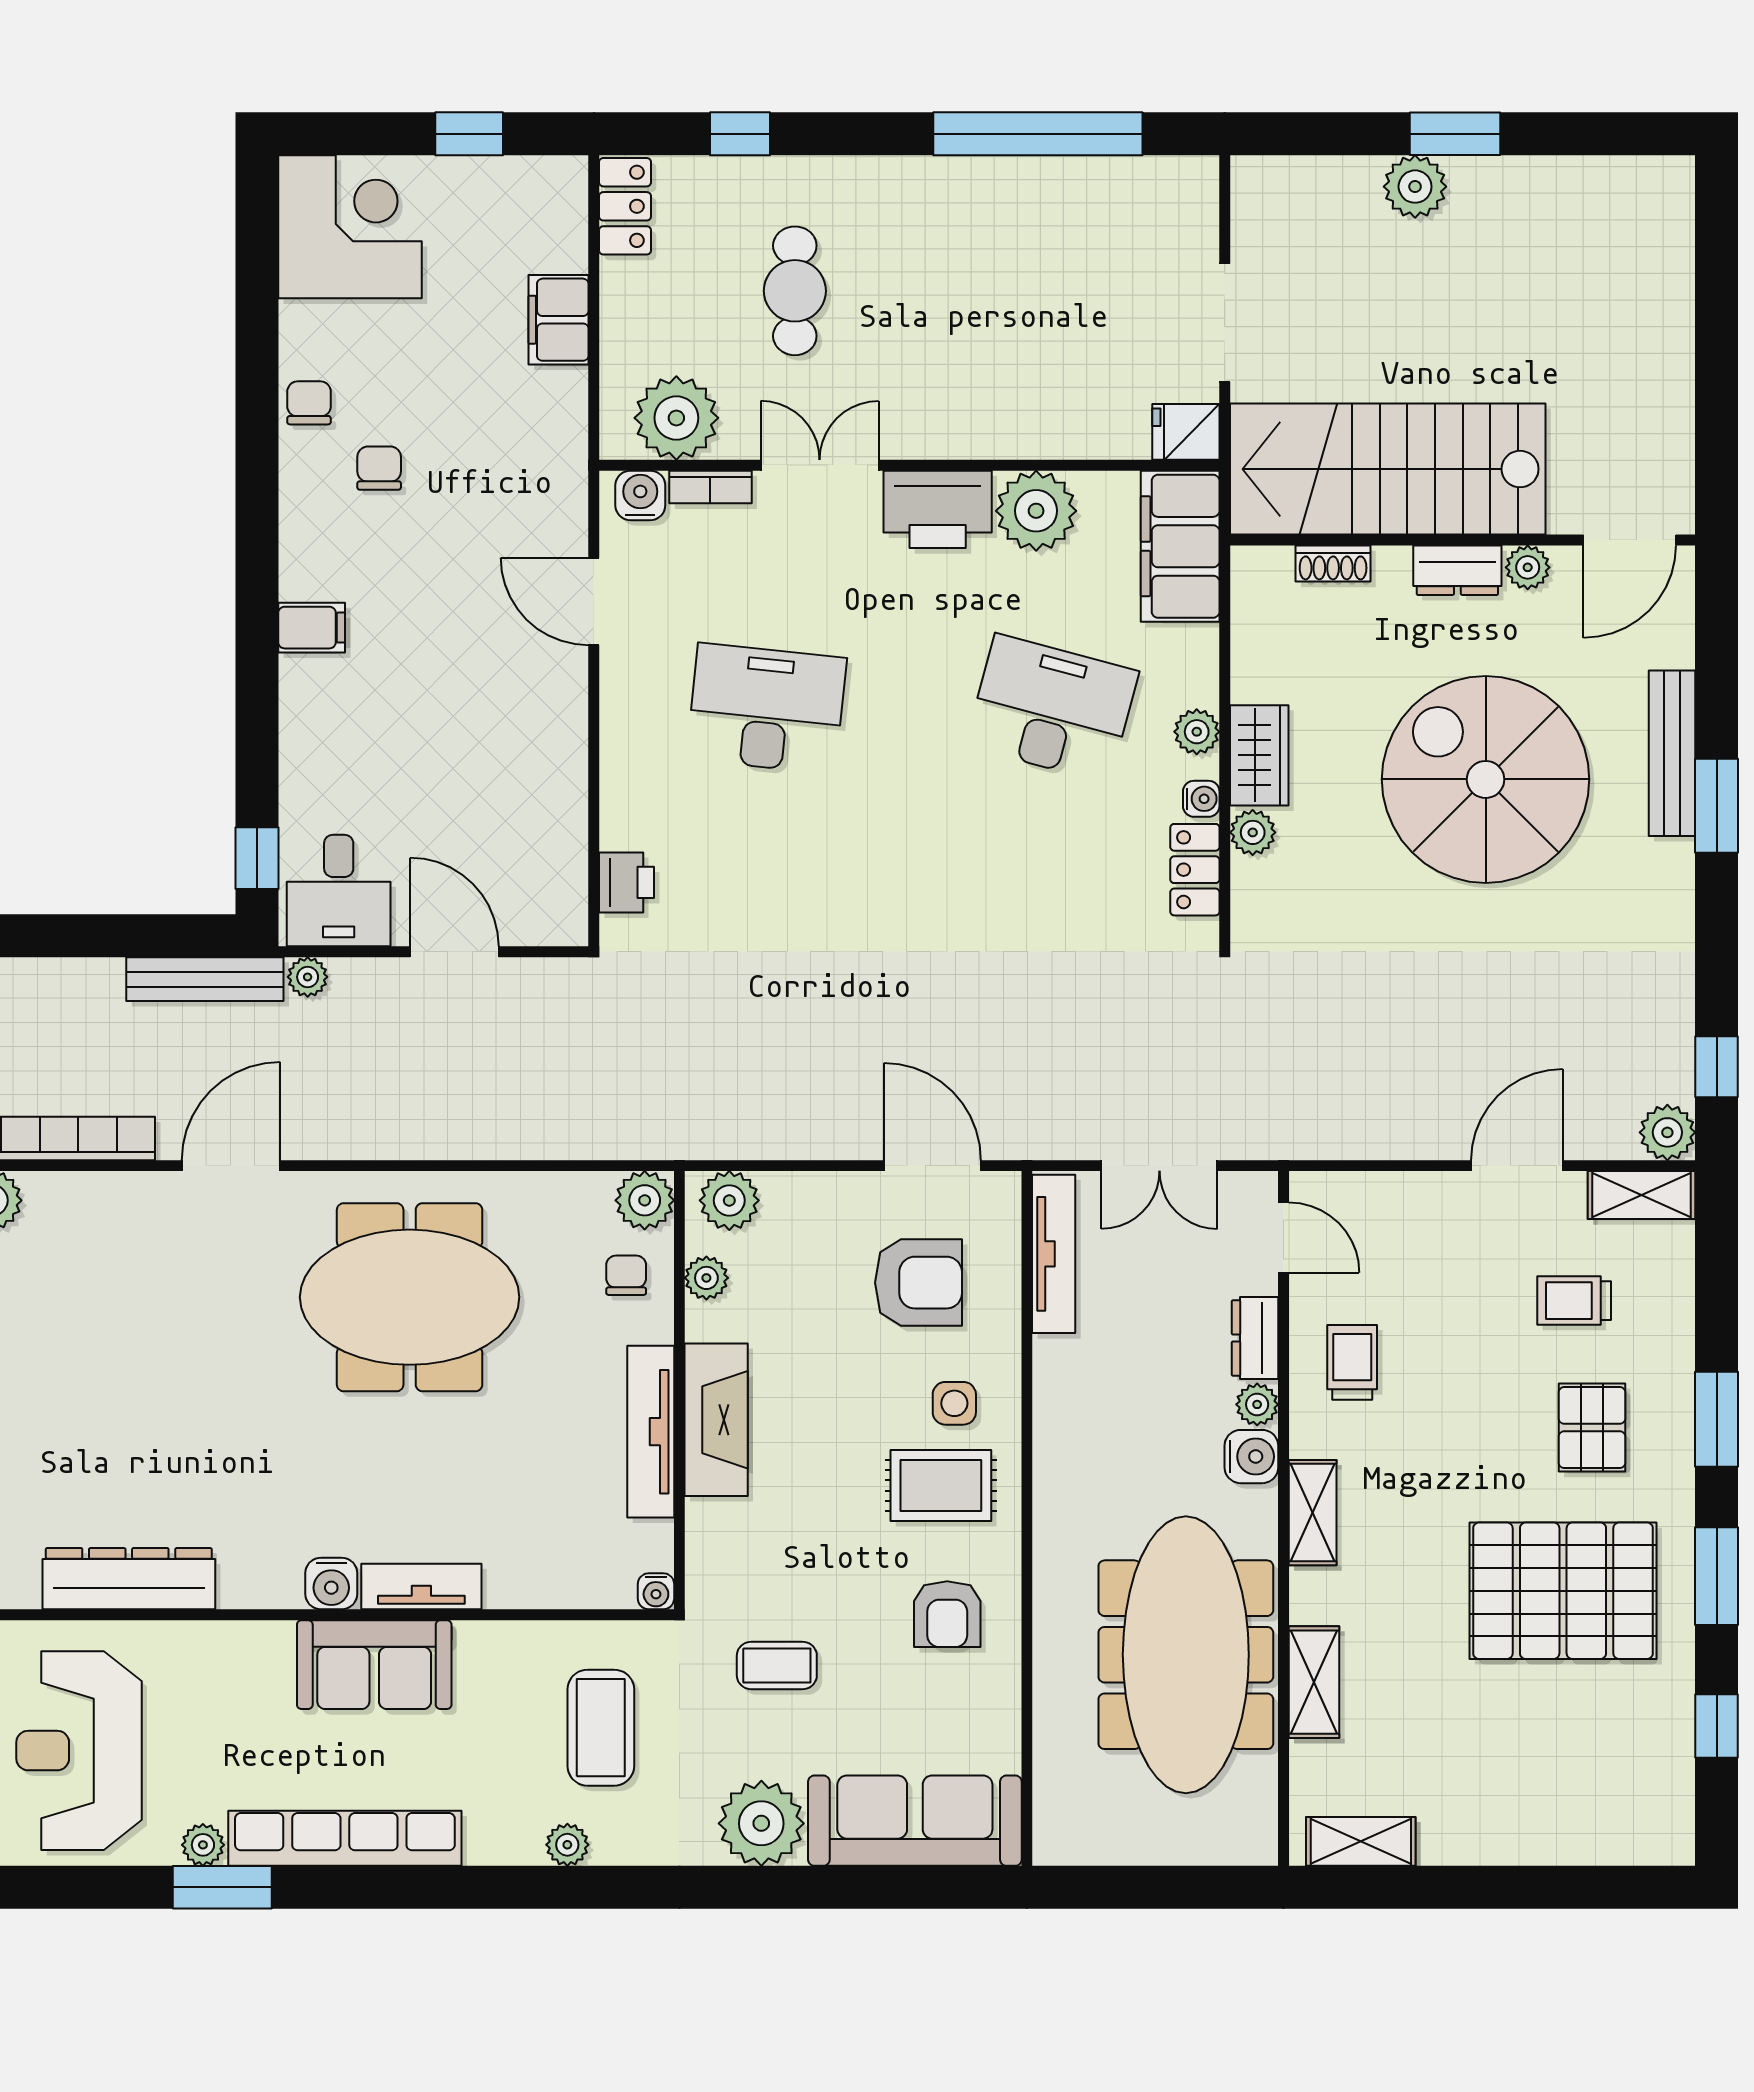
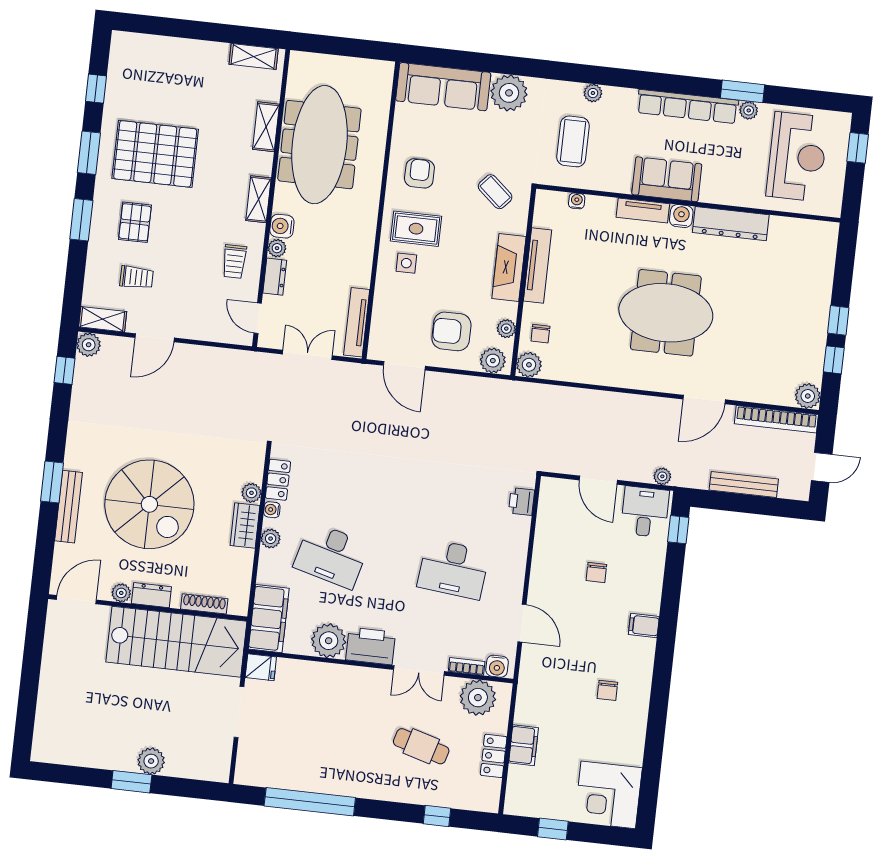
locker: (625, 206) -> (494, 756), moved
cafe table: (795, 291) -> (421, 746), turned -74
chair: (309, 403) -> (596, 572), moved
shoe rack: (1333, 564) -> (204, 604), width x1.43
bench: (205, 979) -> (744, 485), moved
armchair: (919, 1283) -> (451, 331), moved
meeting table: (410, 1297) -> (666, 313), moved
dresser: (129, 1579) -> (731, 224), moved
water cooler: (656, 1591) -> (577, 201), moved
coffee table: (777, 1666) -> (495, 192), moved, turned 41

